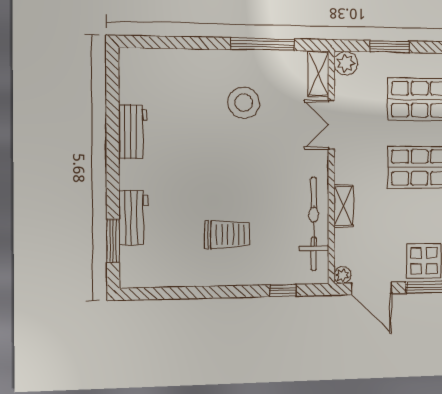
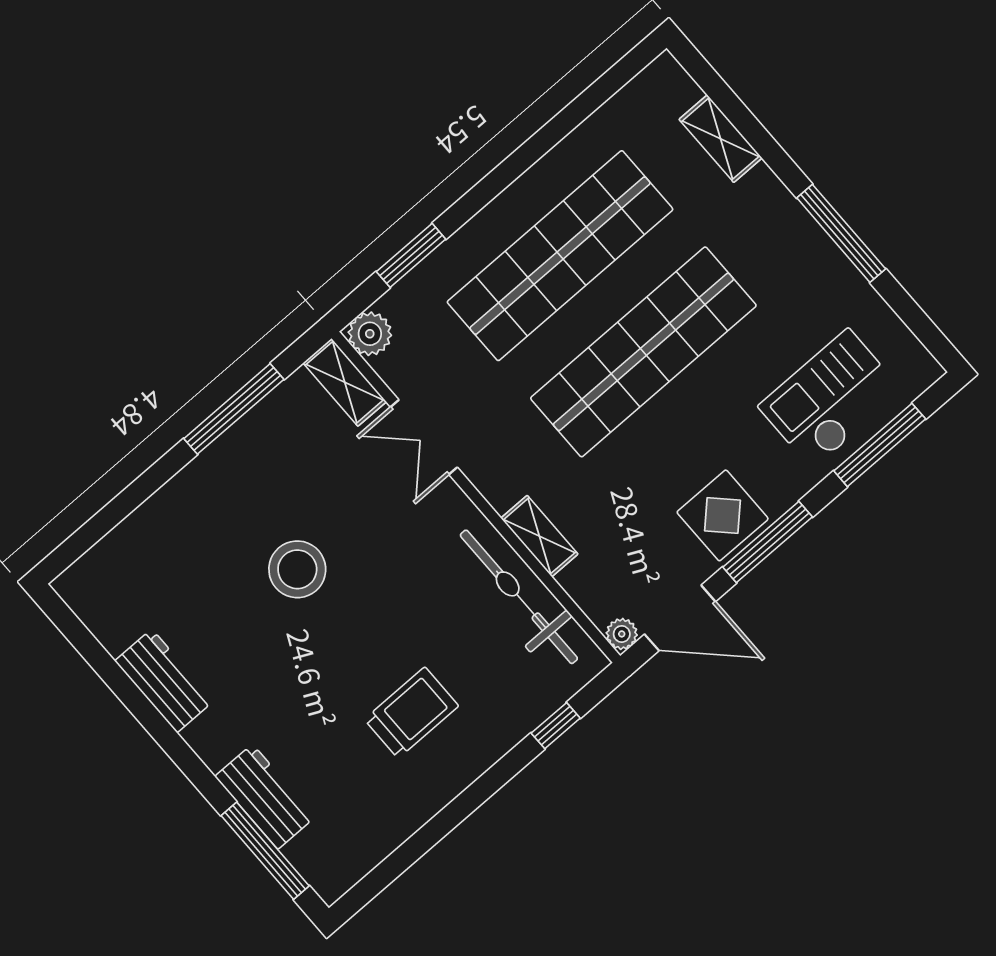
stool: (244, 103) -> (297, 569), moved
window: (113, 241) -> (265, 851), width x1.44

